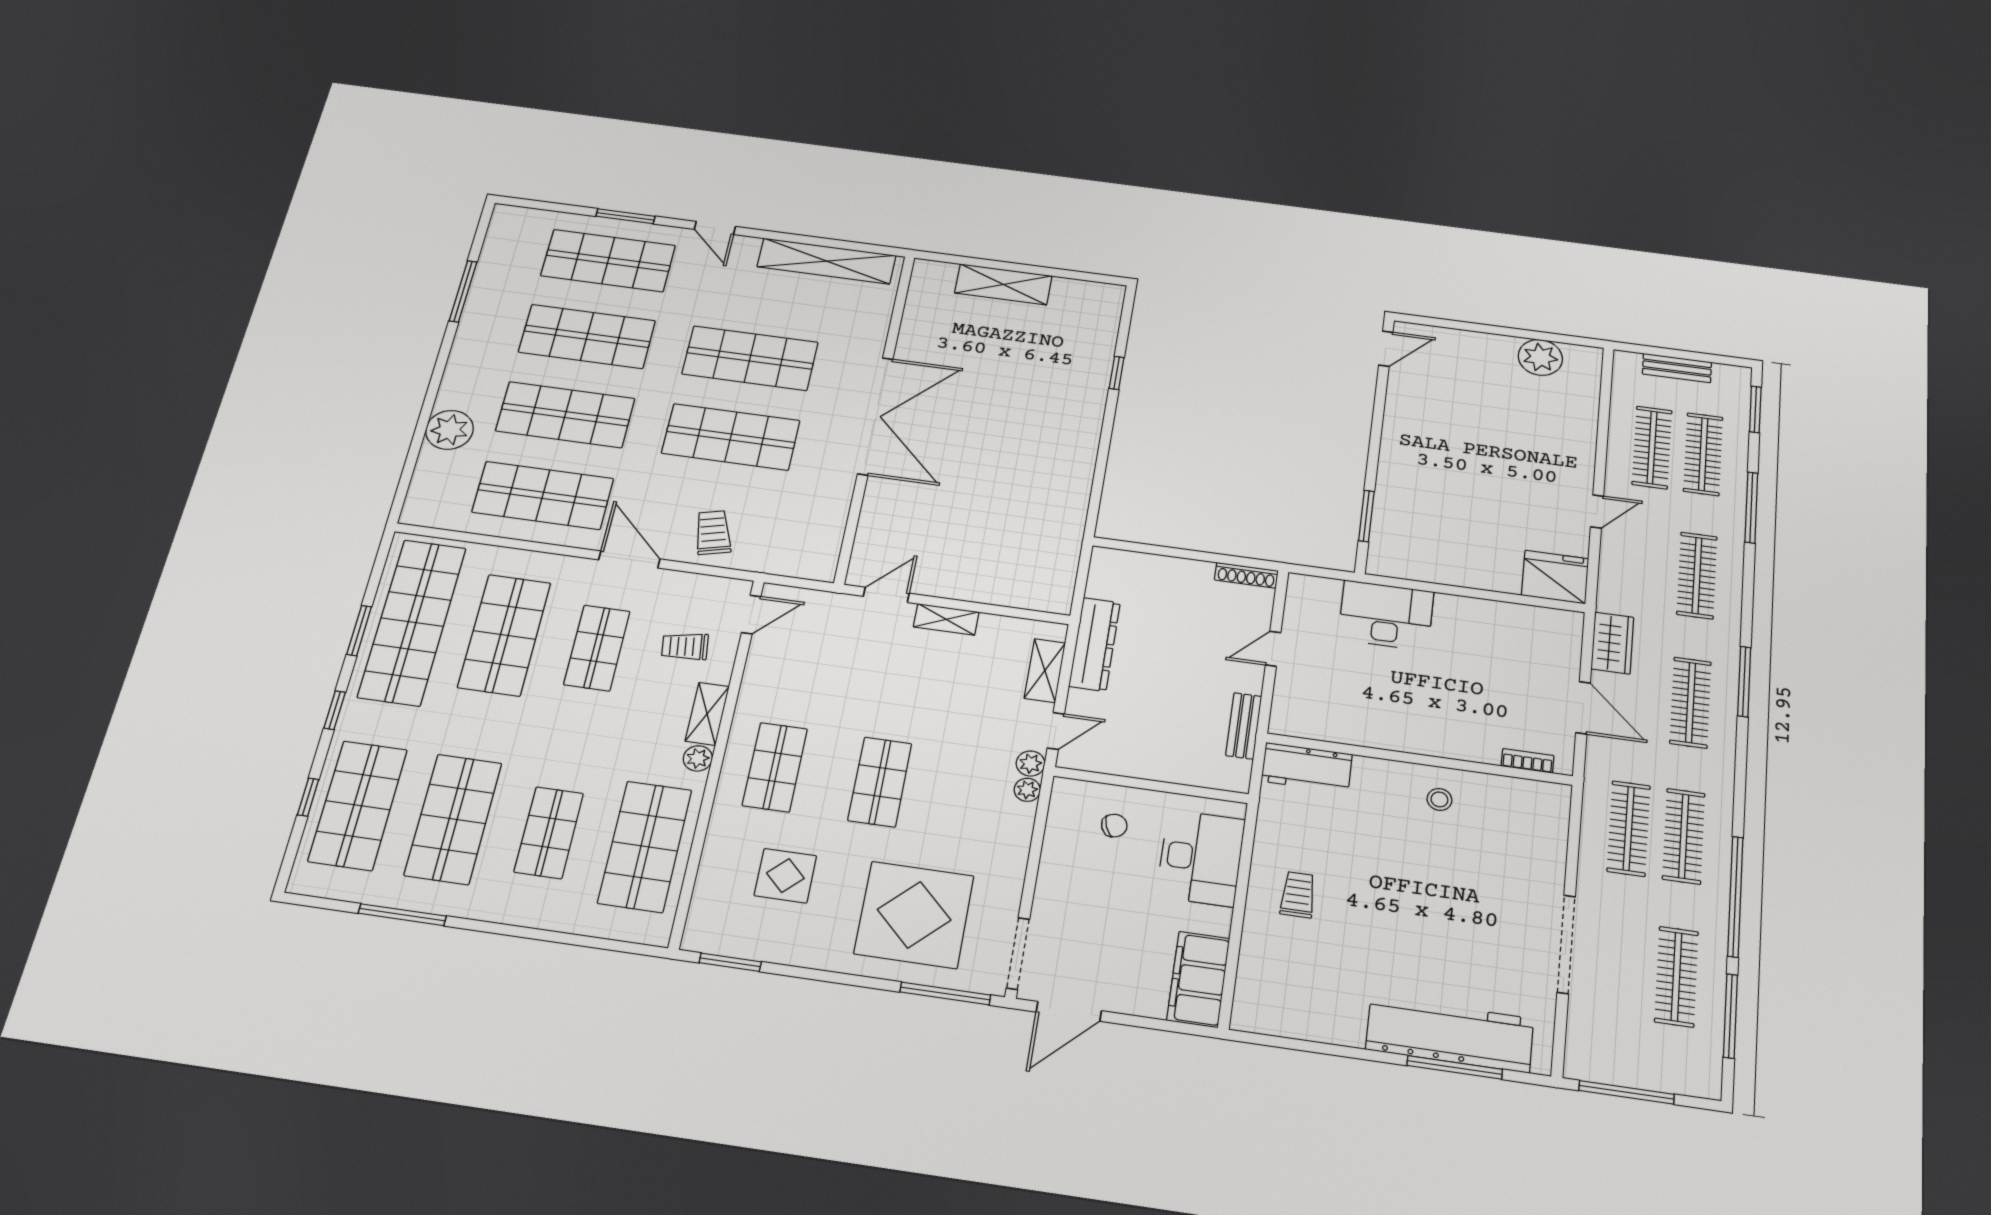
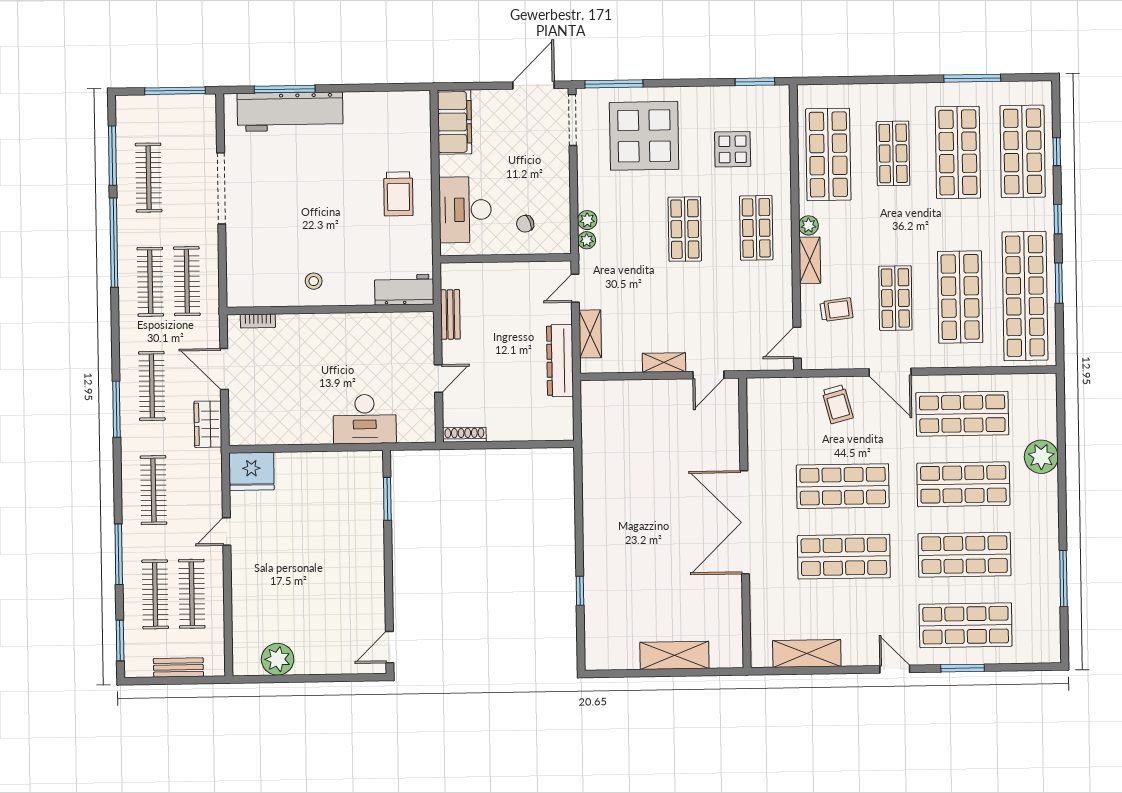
shelving: (827, 261) -> (807, 653), width x0.68
plant: (1031, 763) -> (587, 220), moved
trolley: (1298, 895) -> (398, 194), width x1.36, depth x1.39

